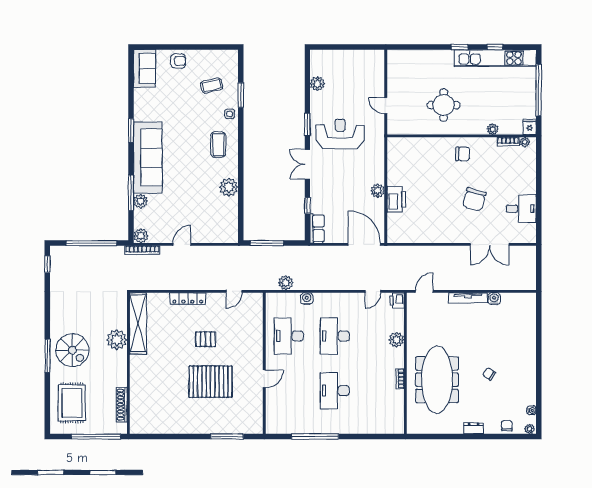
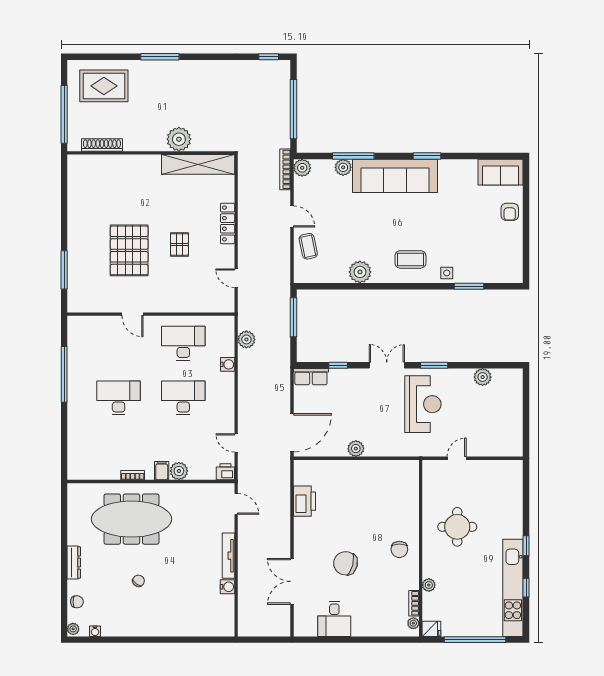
coffee table: (211, 86) -> (308, 246), moved
printer: (396, 199) -> (305, 501), moved, turned -90
spiral stairs: (72, 350) -> (166, 86), removed
filing cabinet: (396, 354) -> (162, 471), added
dresser: (474, 428) -> (74, 562), width x1.44

